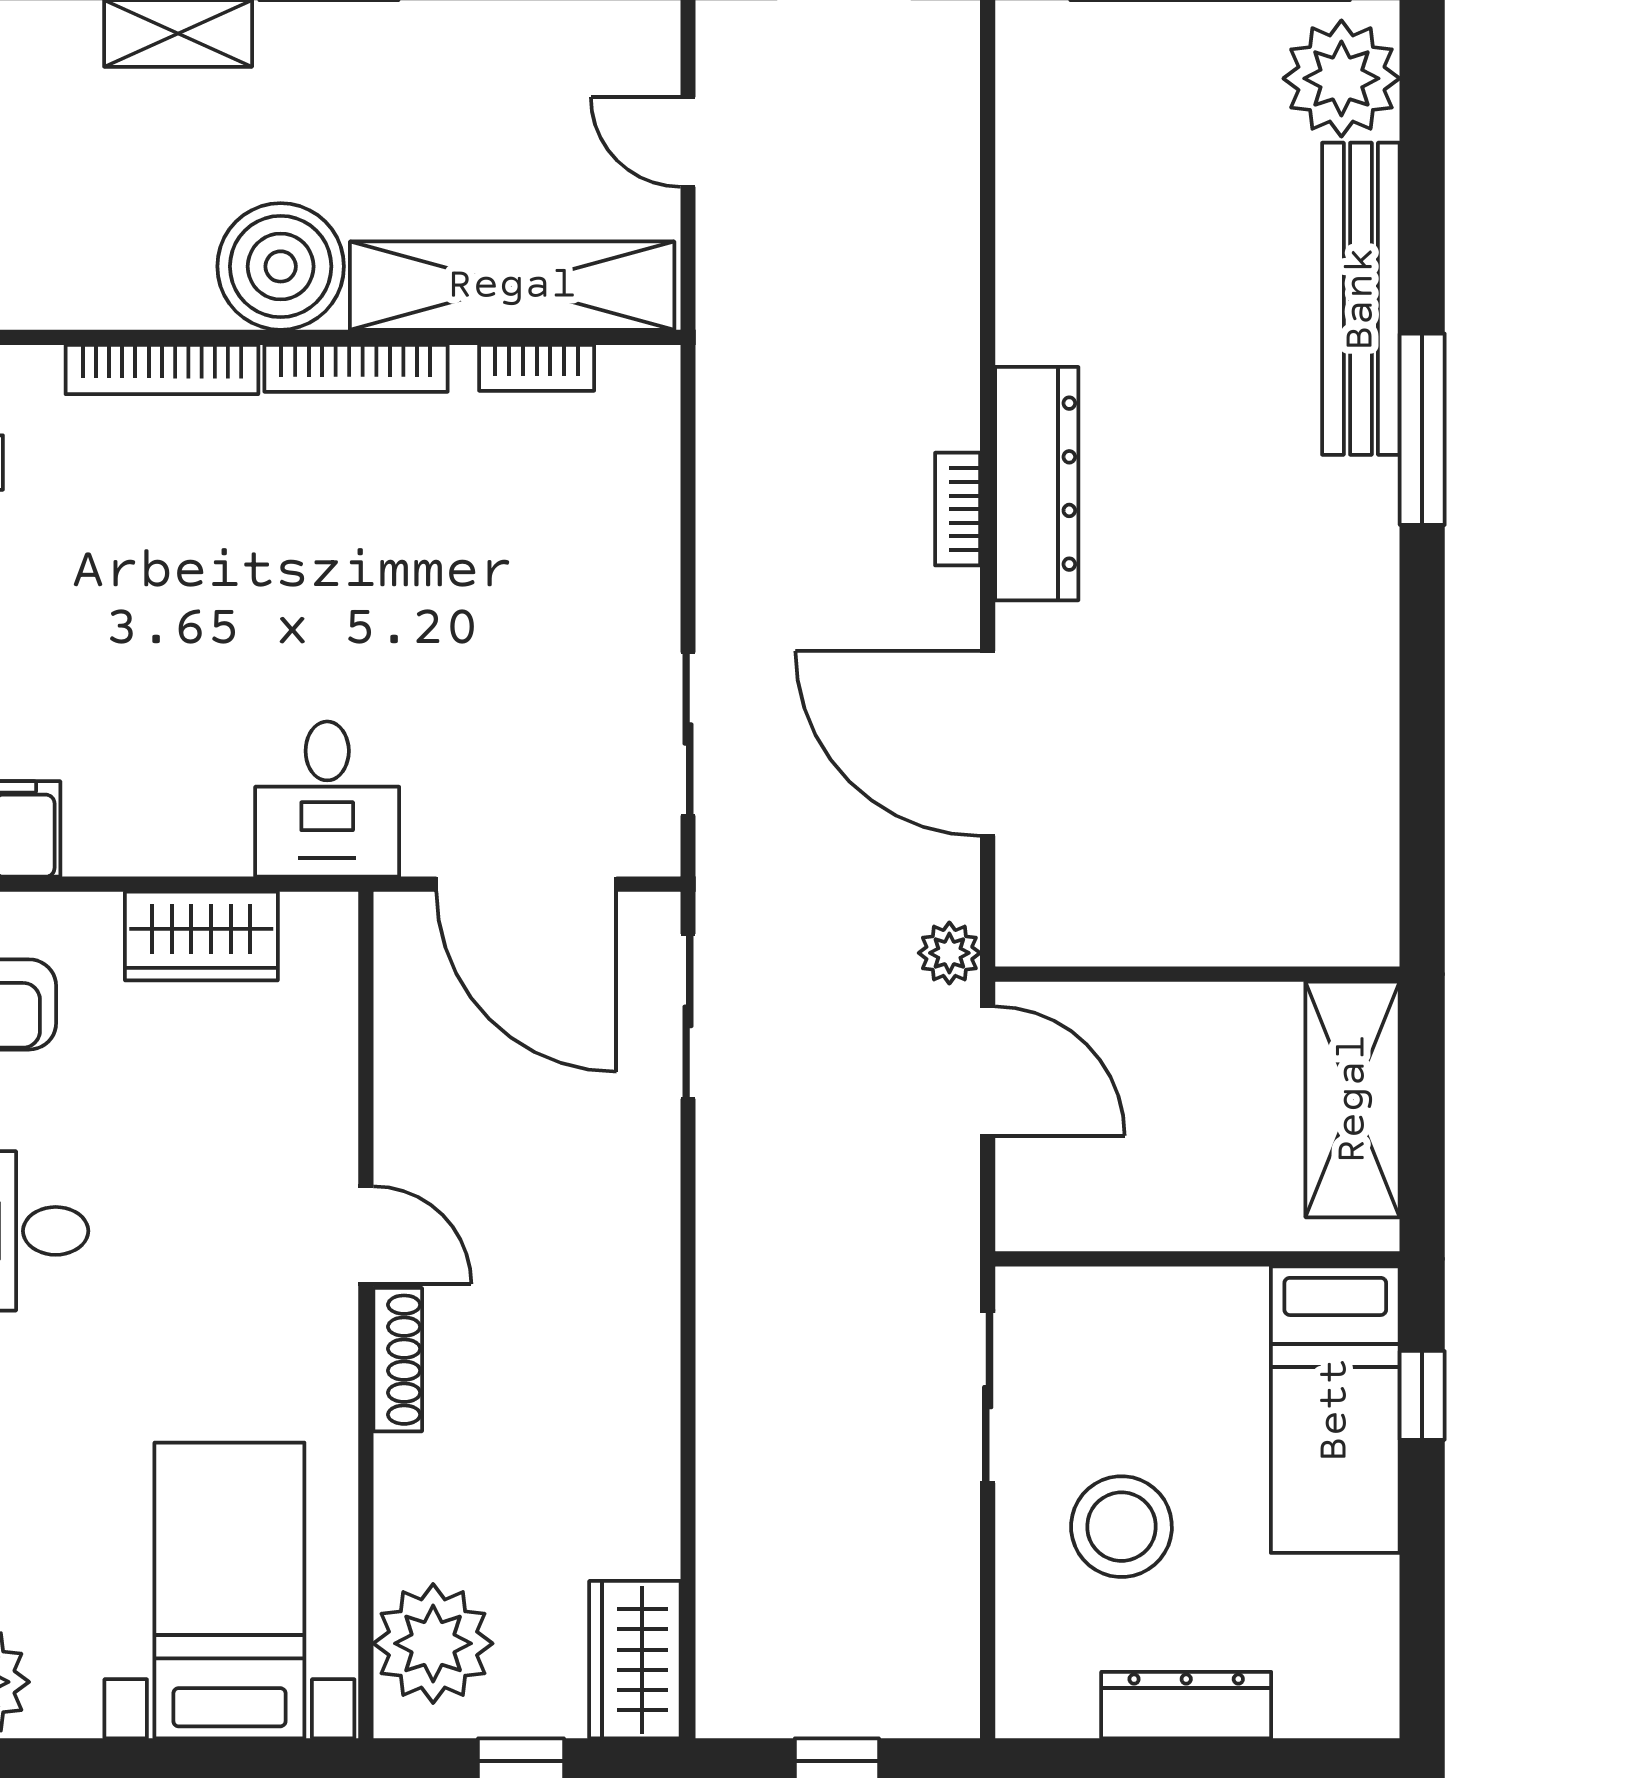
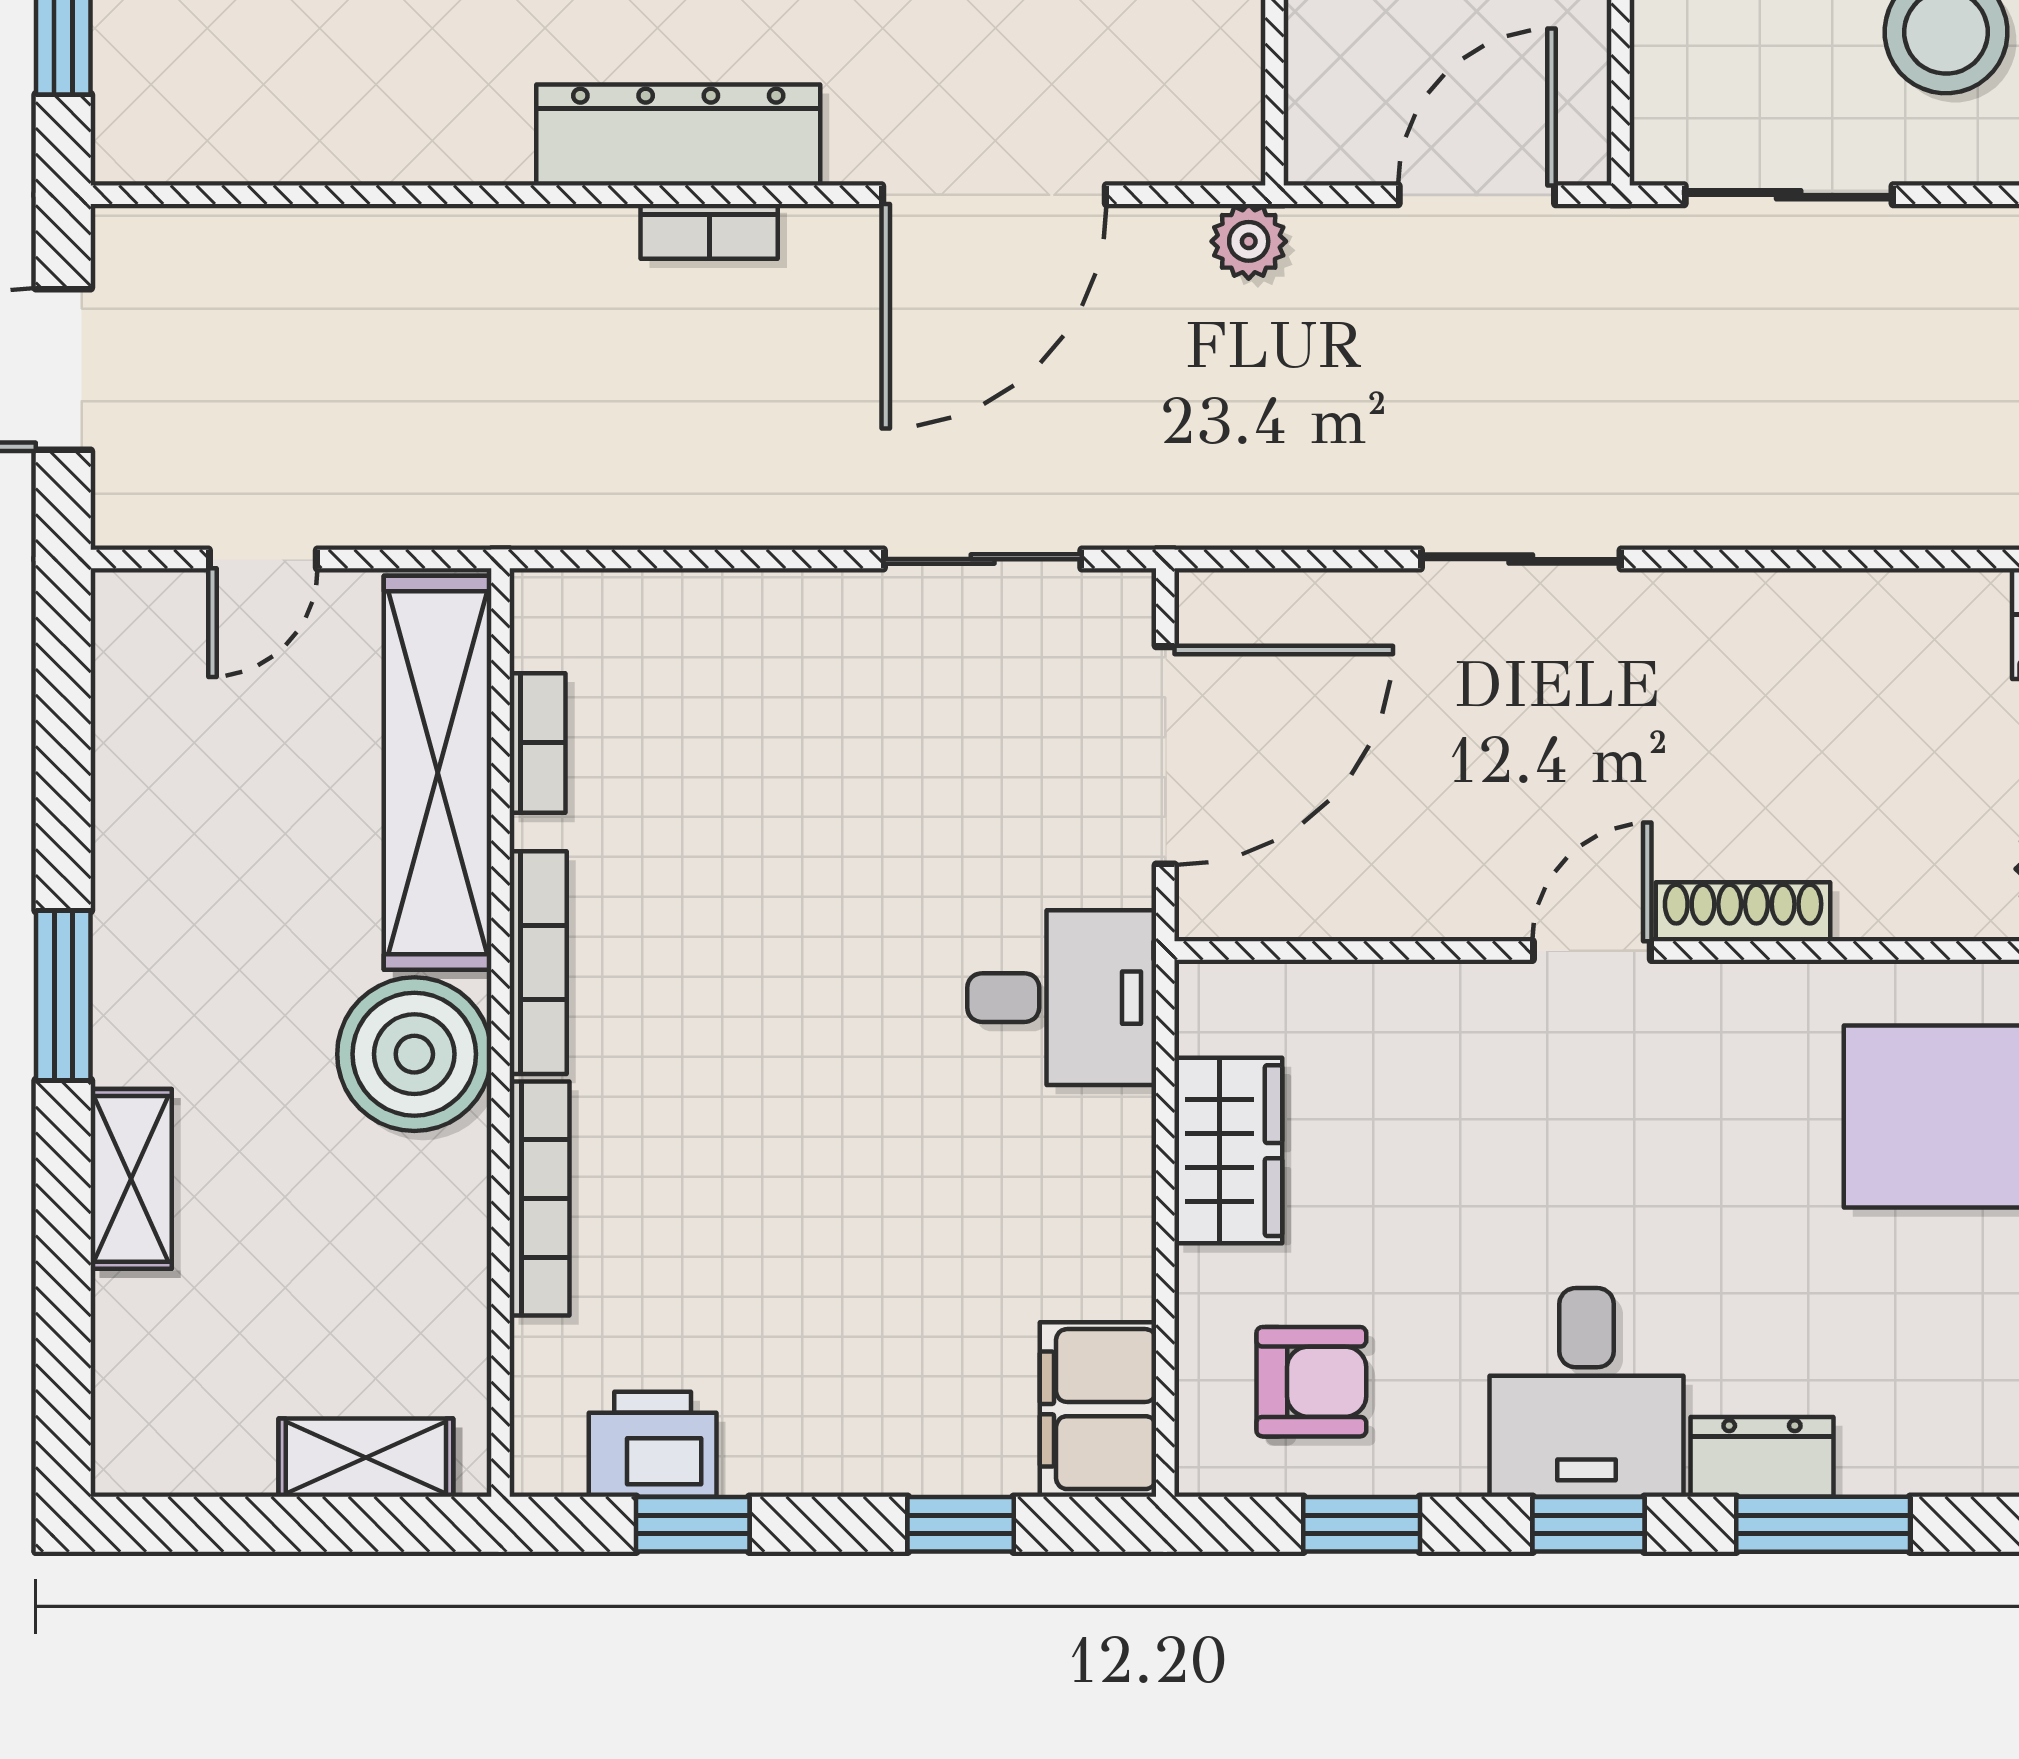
sliding door: (688, 1016) -> (1521, 559), moved
door: (988, 1071) -> (1477, 195), moved

